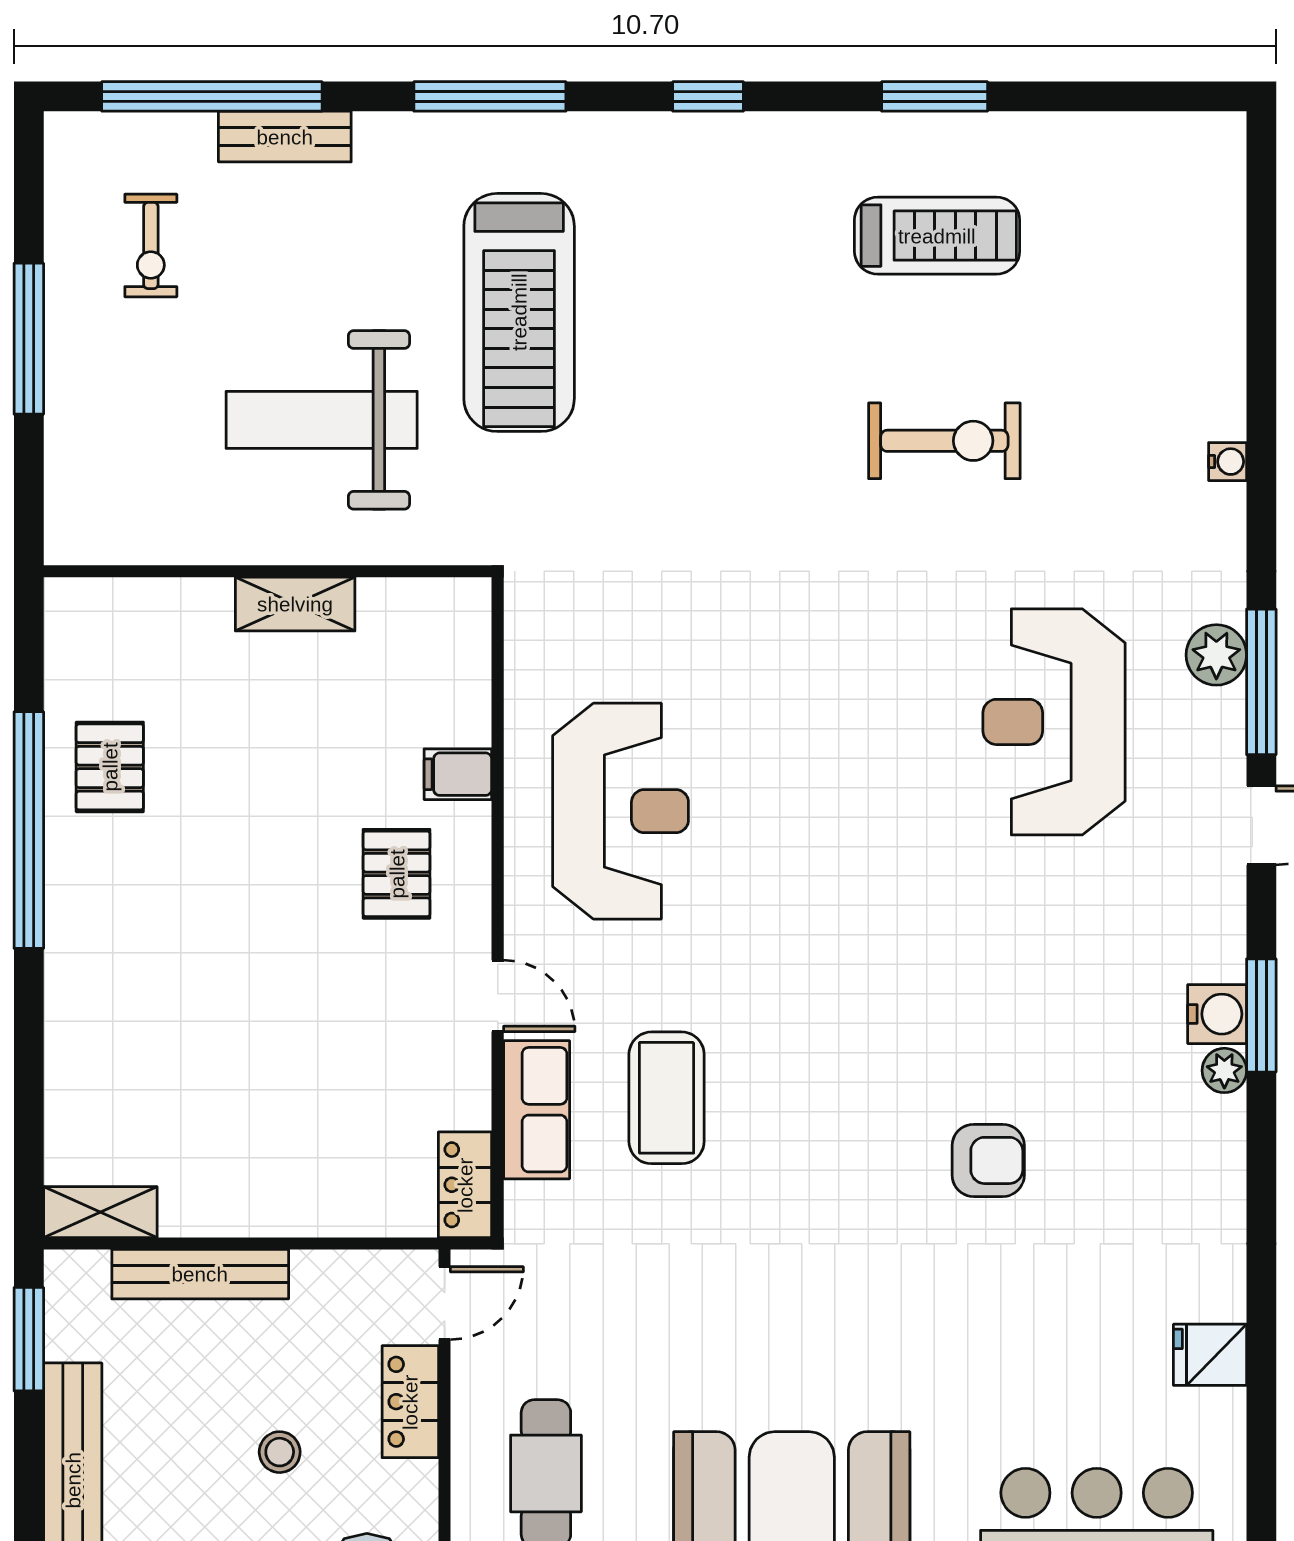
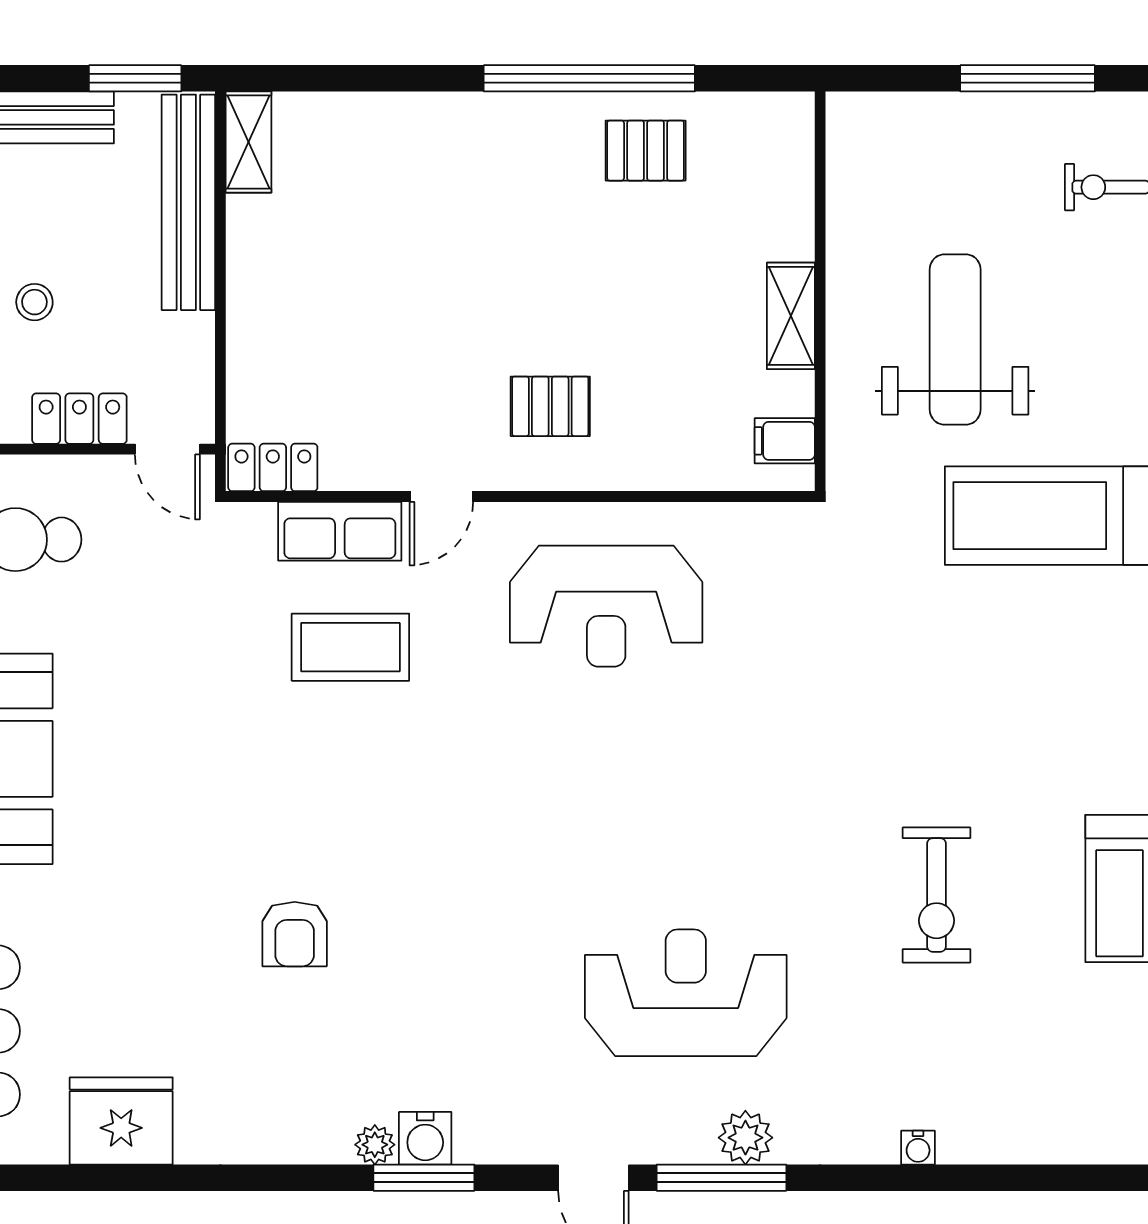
filing cabinet: (458, 774) -> (785, 441), moved, turned -90
bench: (200, 1274) -> (188, 202), width x1.37, depth x1.21
fridge: (1210, 1355) -> (121, 1121), width x1.88, depth x1.34

